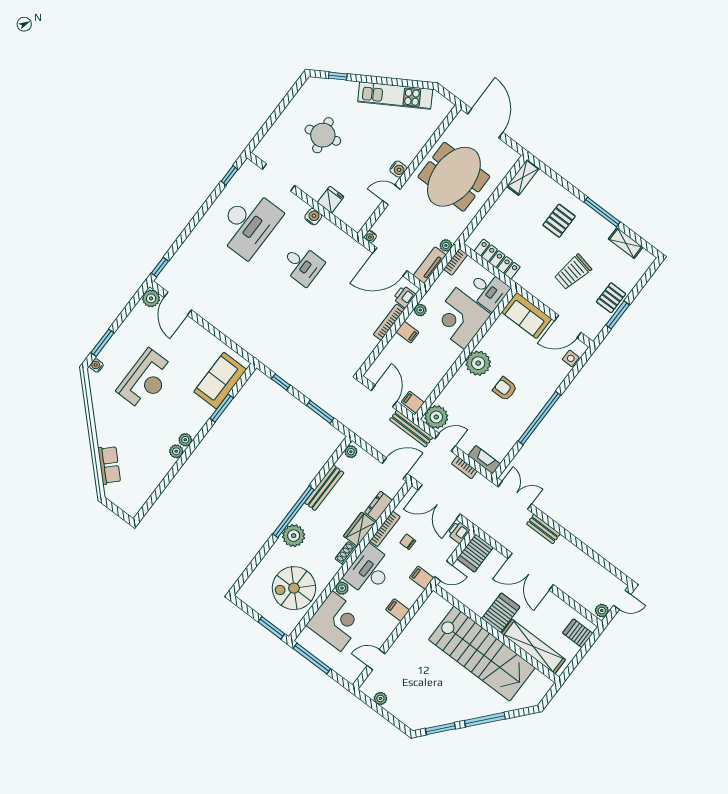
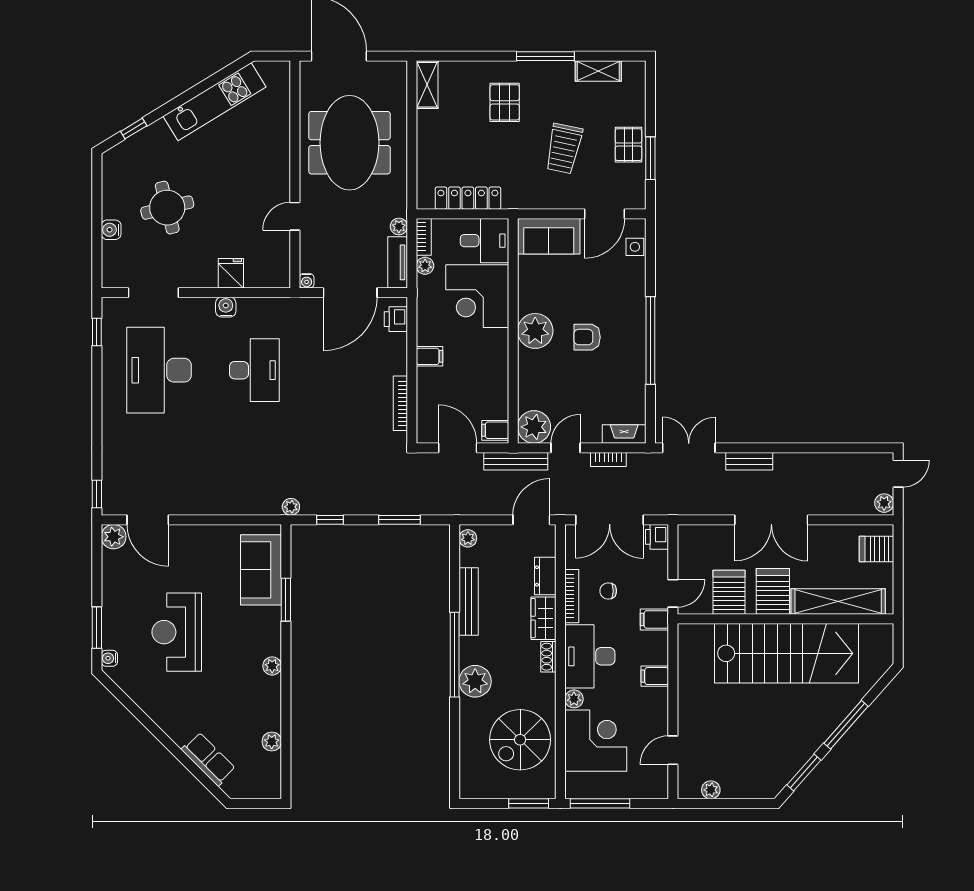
water cooler: (398, 169) -> (111, 230), moved, turned 180
desk: (248, 224) -> (159, 370), turned 180
desk: (302, 265) -> (254, 370), width x1.37
plant: (420, 310) -> (425, 266), moved
bookcase: (389, 322) -> (400, 403), moved
plant: (264, 358) -> (291, 507), added
reception desk: (146, 380) -> (177, 632), turned 180
plant: (176, 451) -> (272, 742), moved
server rack: (475, 553) -> (729, 592), moved, turned 180

